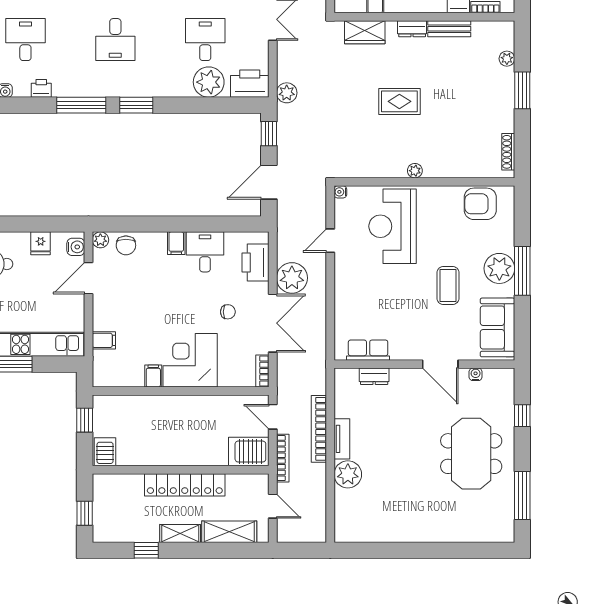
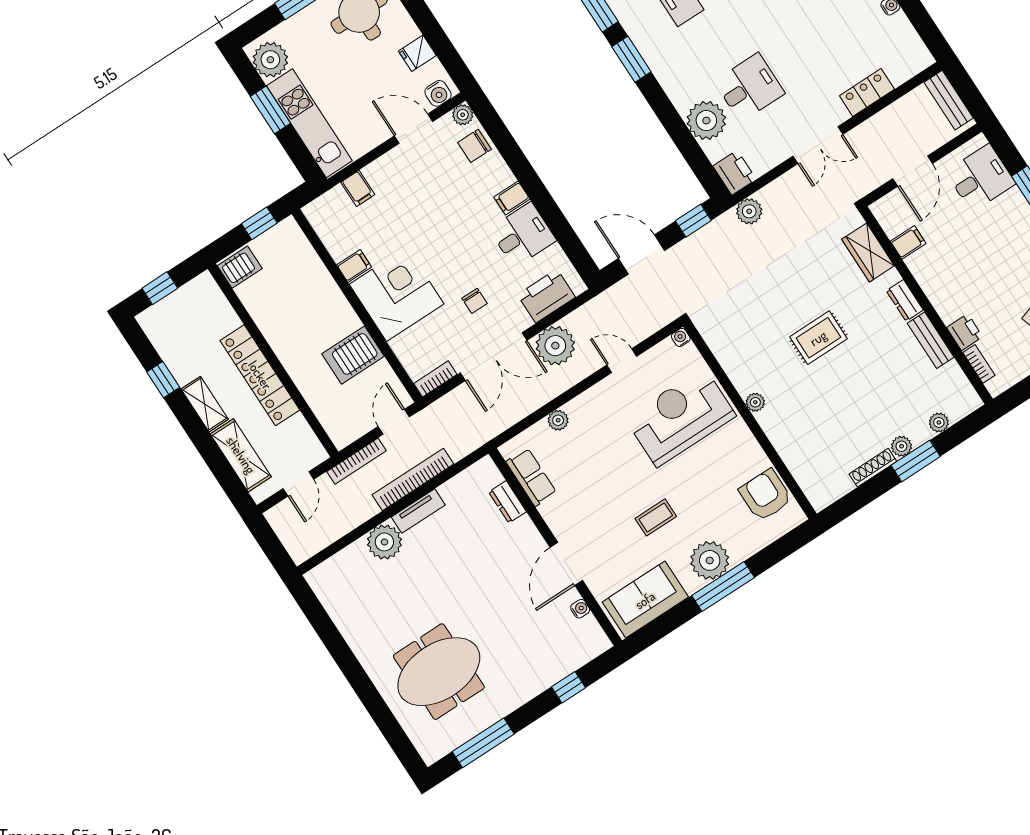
printer: (250, 84) -> (734, 173), width x0.73, depth x0.84
plant: (506, 93) -> (901, 446), added
rug: (399, 101) -> (818, 338), turned 90
shoe rack: (508, 152) -> (873, 468), moved
coffee table: (448, 285) -> (656, 517), width x0.73, depth x0.77
plant: (342, 308) -> (558, 420), added
server rack: (249, 452) -> (353, 355), moved, turned -90
meeting table: (471, 454) -> (439, 672), moved

